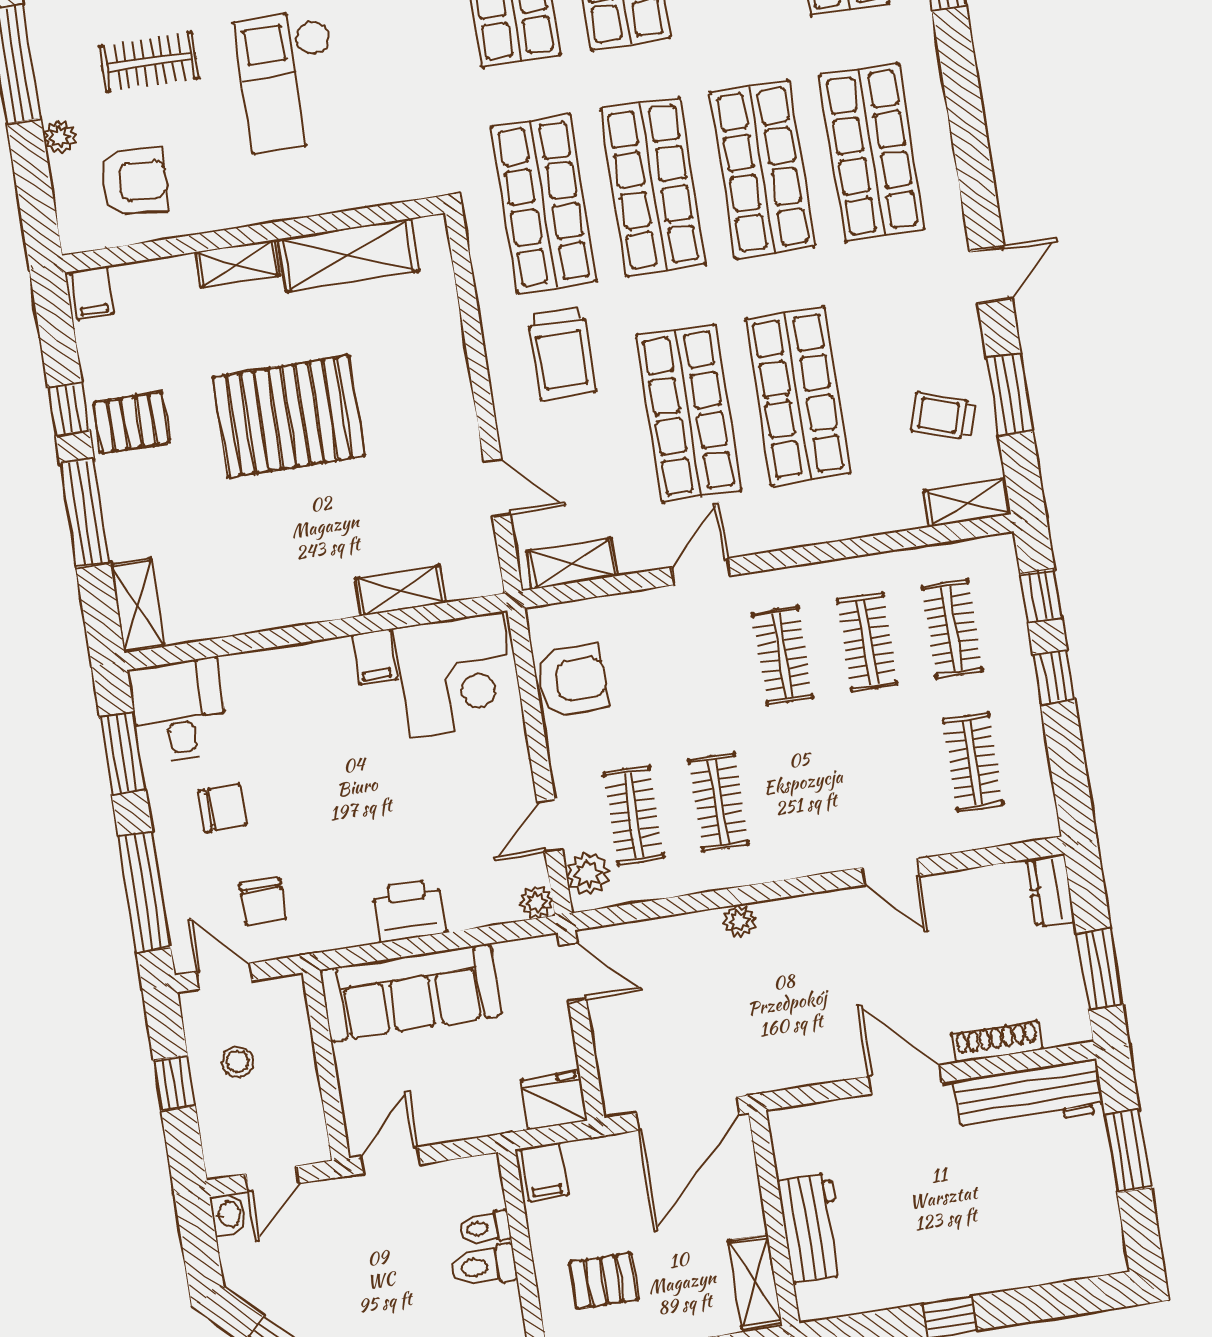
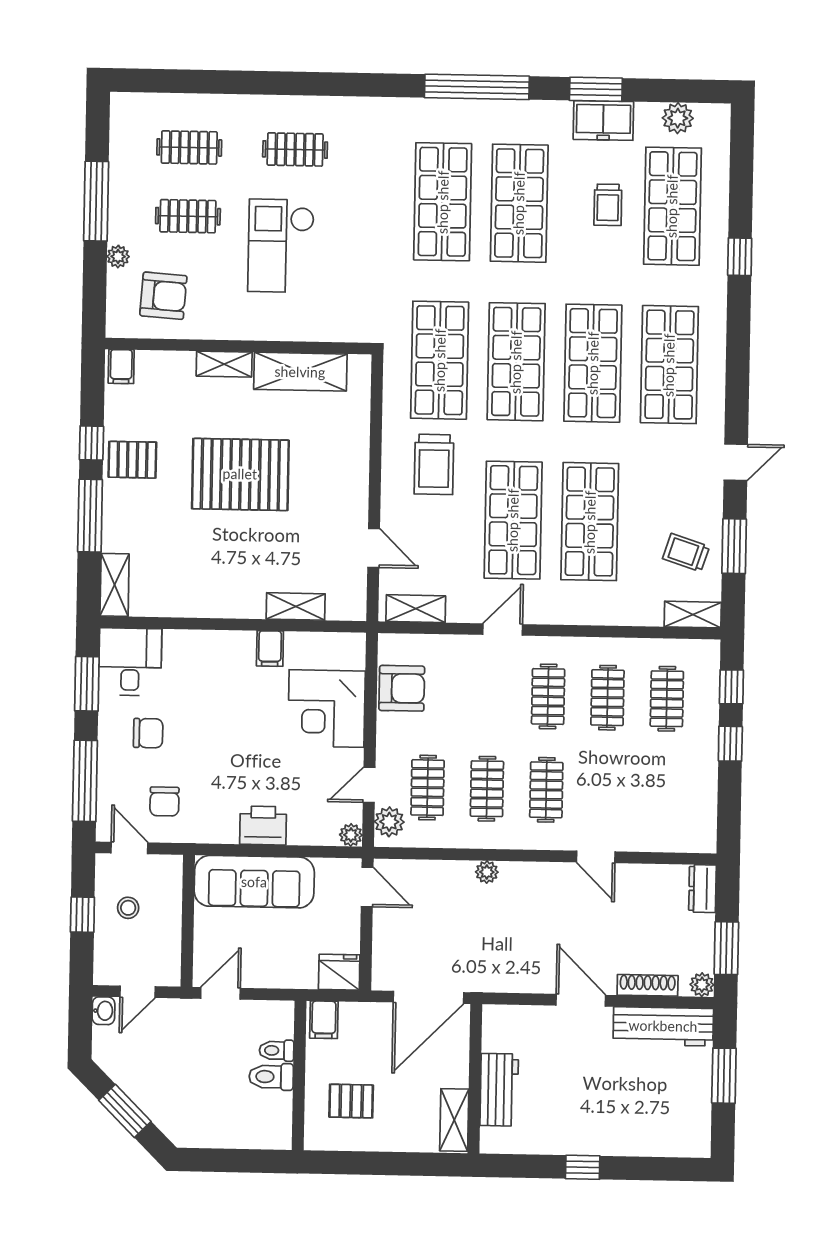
corner desk: (456, 674) -> (327, 708), moved, turned 90
clothes rail: (973, 762) -> (546, 790), moved
plant: (1074, 1027) -> (702, 985), added

